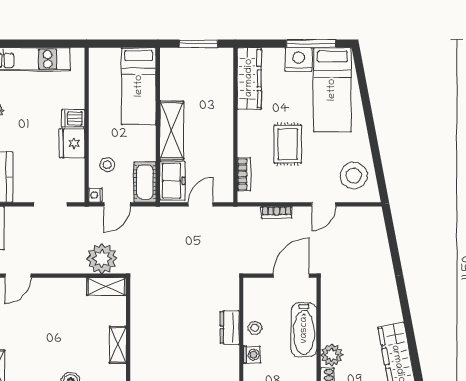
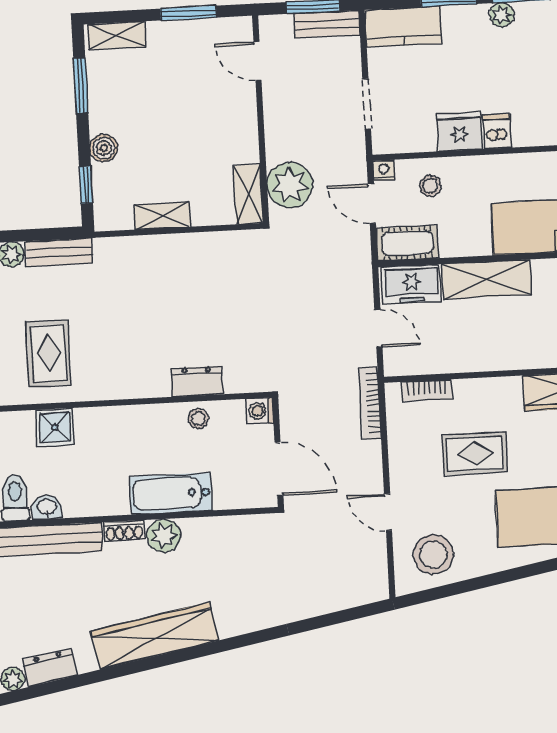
bookcase: (277, 212) -> (370, 403), moved, width x1.56
bathtub: (304, 330) -> (171, 494), moved
washing machine: (252, 355) -> (260, 411), moved, turned 90

